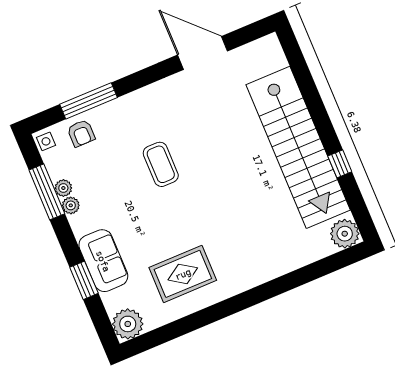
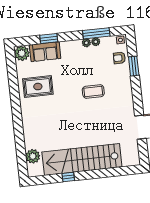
window: (88, 101) -> (134, 66), width x0.69
plant: (345, 234) -> (33, 156), moved
sofa: (103, 261) -> (45, 52), moved
rug: (183, 274) -> (38, 87), turned 90

